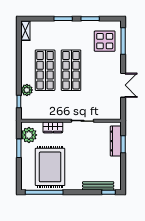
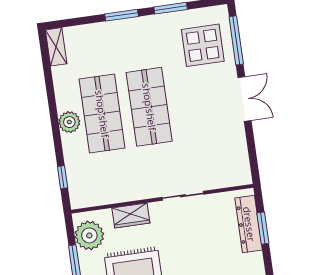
double door: (123, 85) -> (245, 99), moved
plant: (27, 90) -> (69, 122), moved

